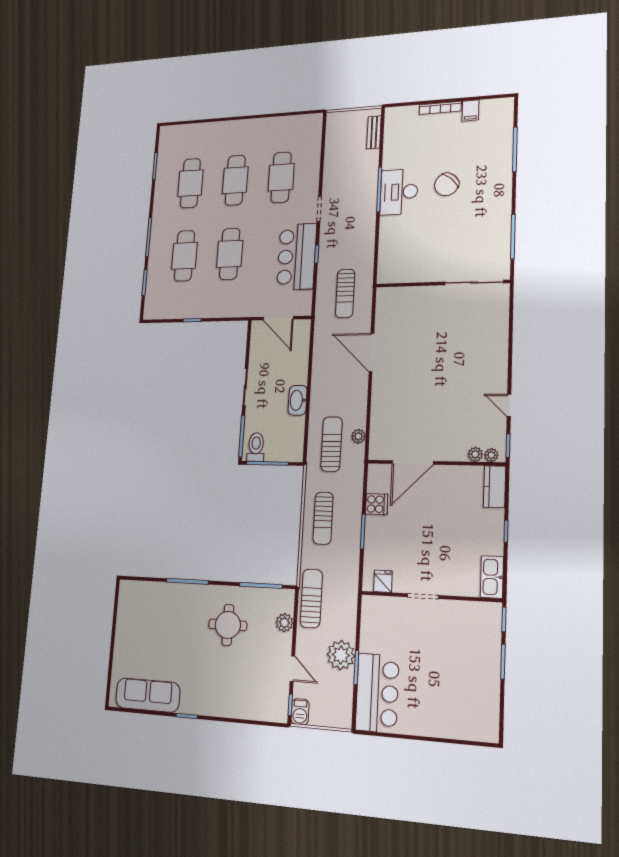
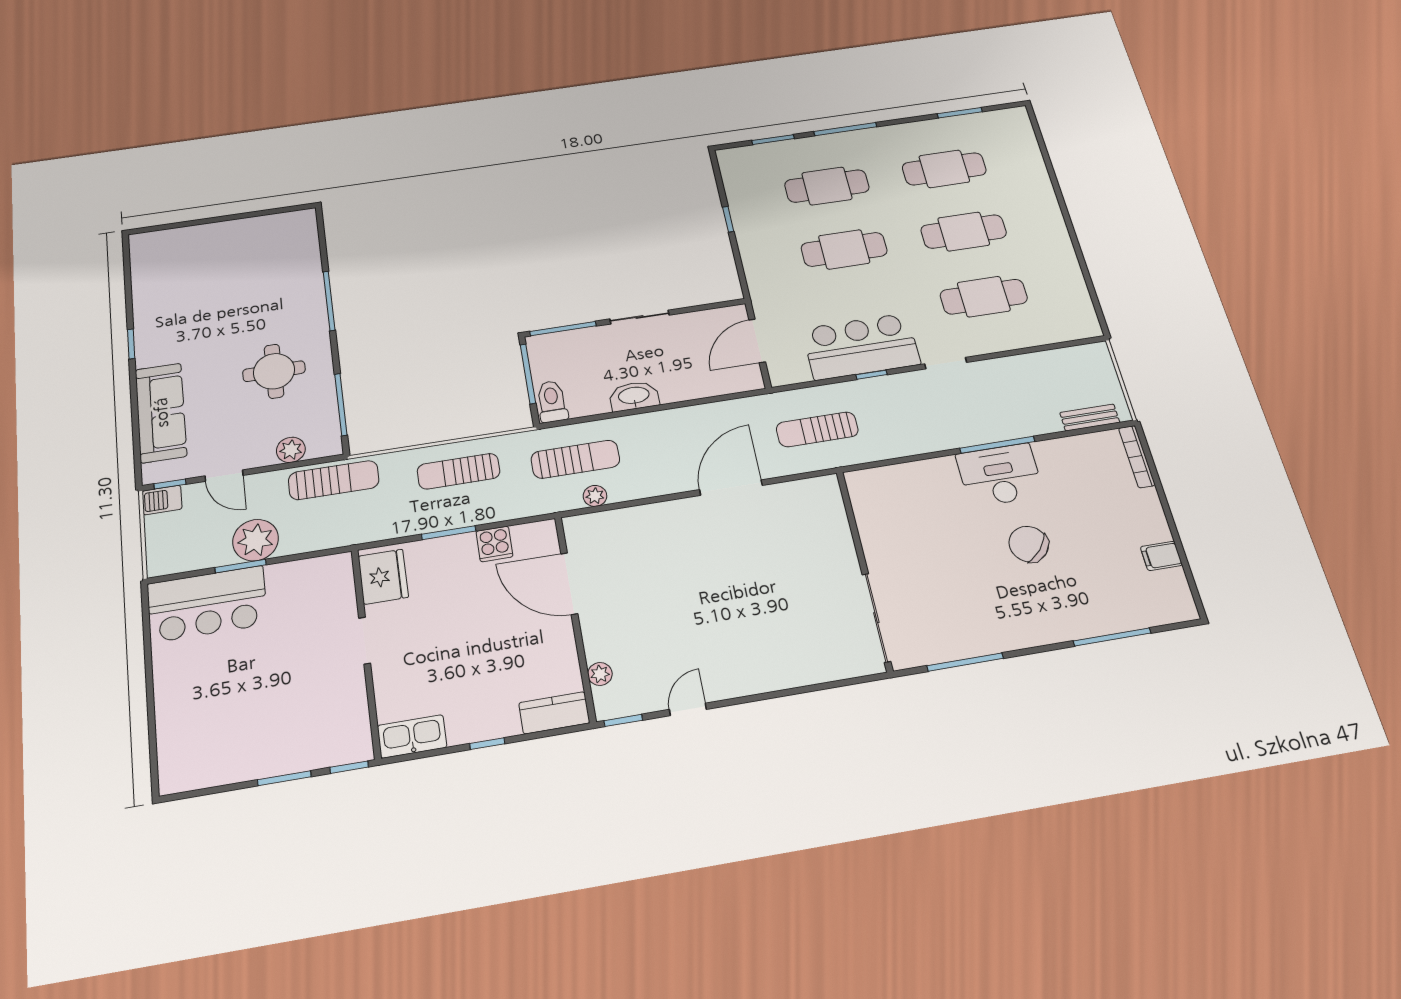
bookcase: (440, 108) -> (1137, 457), moved
toilet: (256, 447) -> (552, 401), moved, turned -90
plant: (491, 455) -> (603, 698), removed
fridge: (383, 581) -> (383, 577), width x1.88, depth x1.34
door: (292, 669) -> (224, 476), hinge flipped
sofa: (148, 695) -> (161, 413), moved

